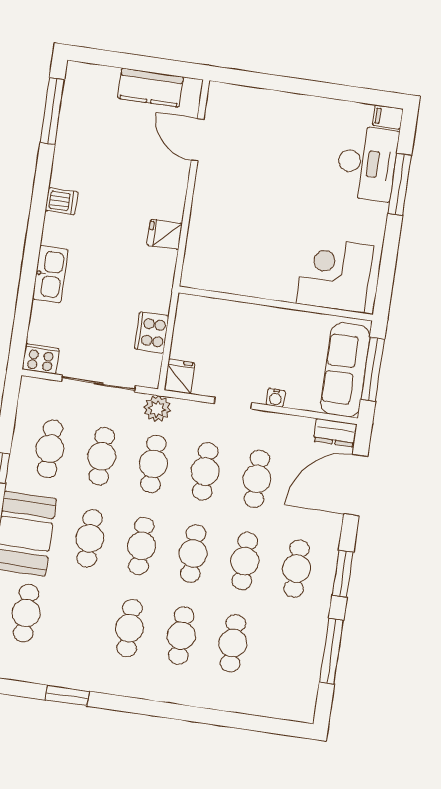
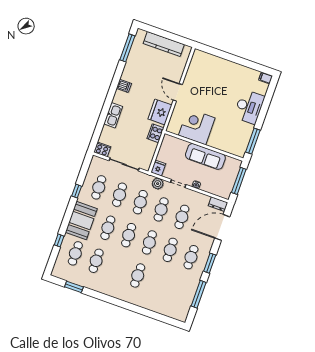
kitchen counter: (150, 88) -> (164, 44), width x1.50
door: (198, 140) -> (178, 92), moved
desk: (367, 163) -> (249, 107), moved
window: (400, 184) -> (253, 141), moved
fridge: (165, 234) -> (160, 112), width x1.88, depth x1.34
corner desk: (335, 275) -> (197, 127), moved
cooker: (152, 332) -> (155, 133), moved
sofa: (345, 370) -> (205, 156), moved, turned -90
plant: (157, 409) -> (158, 184), moved
cafe table: (129, 628) -> (96, 261), moved
cafe table: (233, 643) -> (158, 283), removed
window: (67, 696) -> (74, 287), moved

